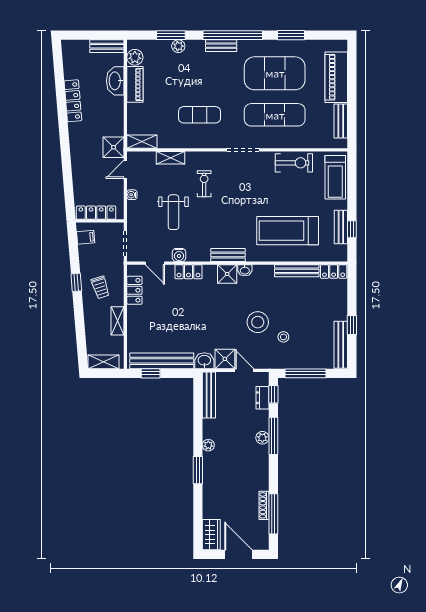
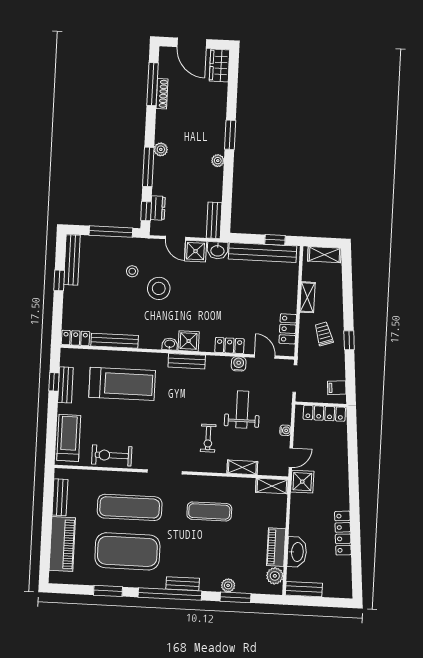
bench: (209, 395) -> (214, 220), width x0.73
plant: (262, 438) -> (161, 149), moved

